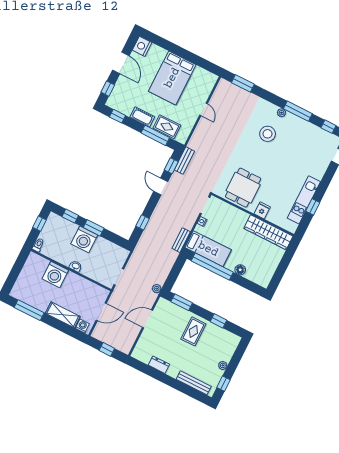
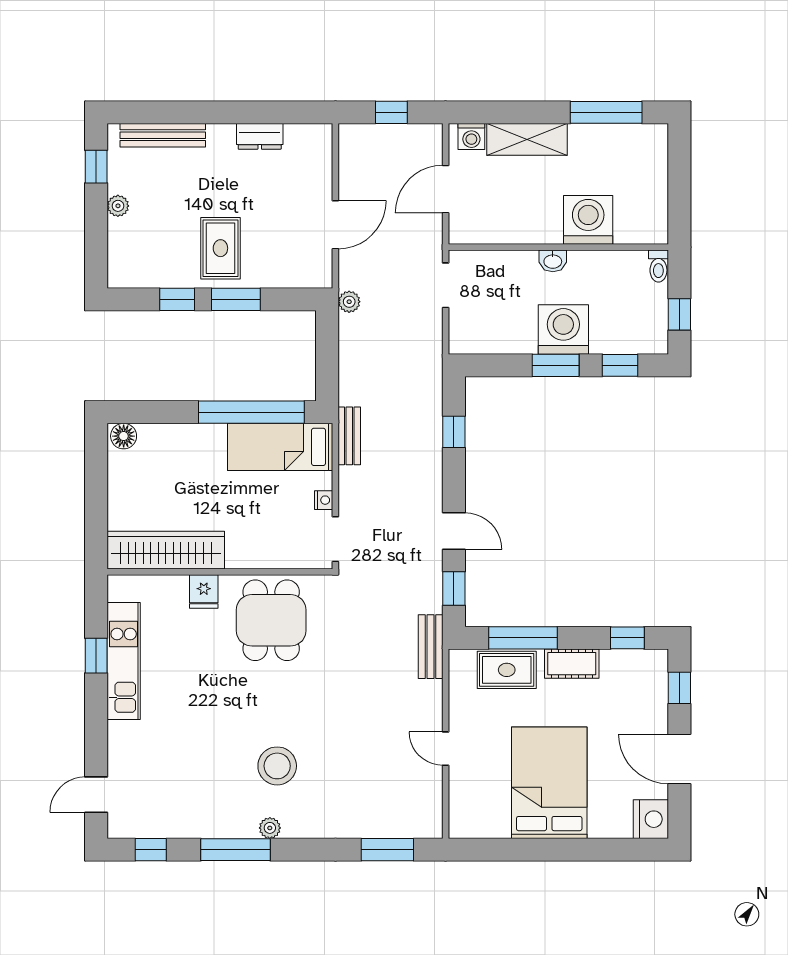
bench: (184, 161) -> (431, 647), moved
floor lamp: (240, 270) -> (124, 436), moved
window: (182, 302) -> (236, 299), moved

